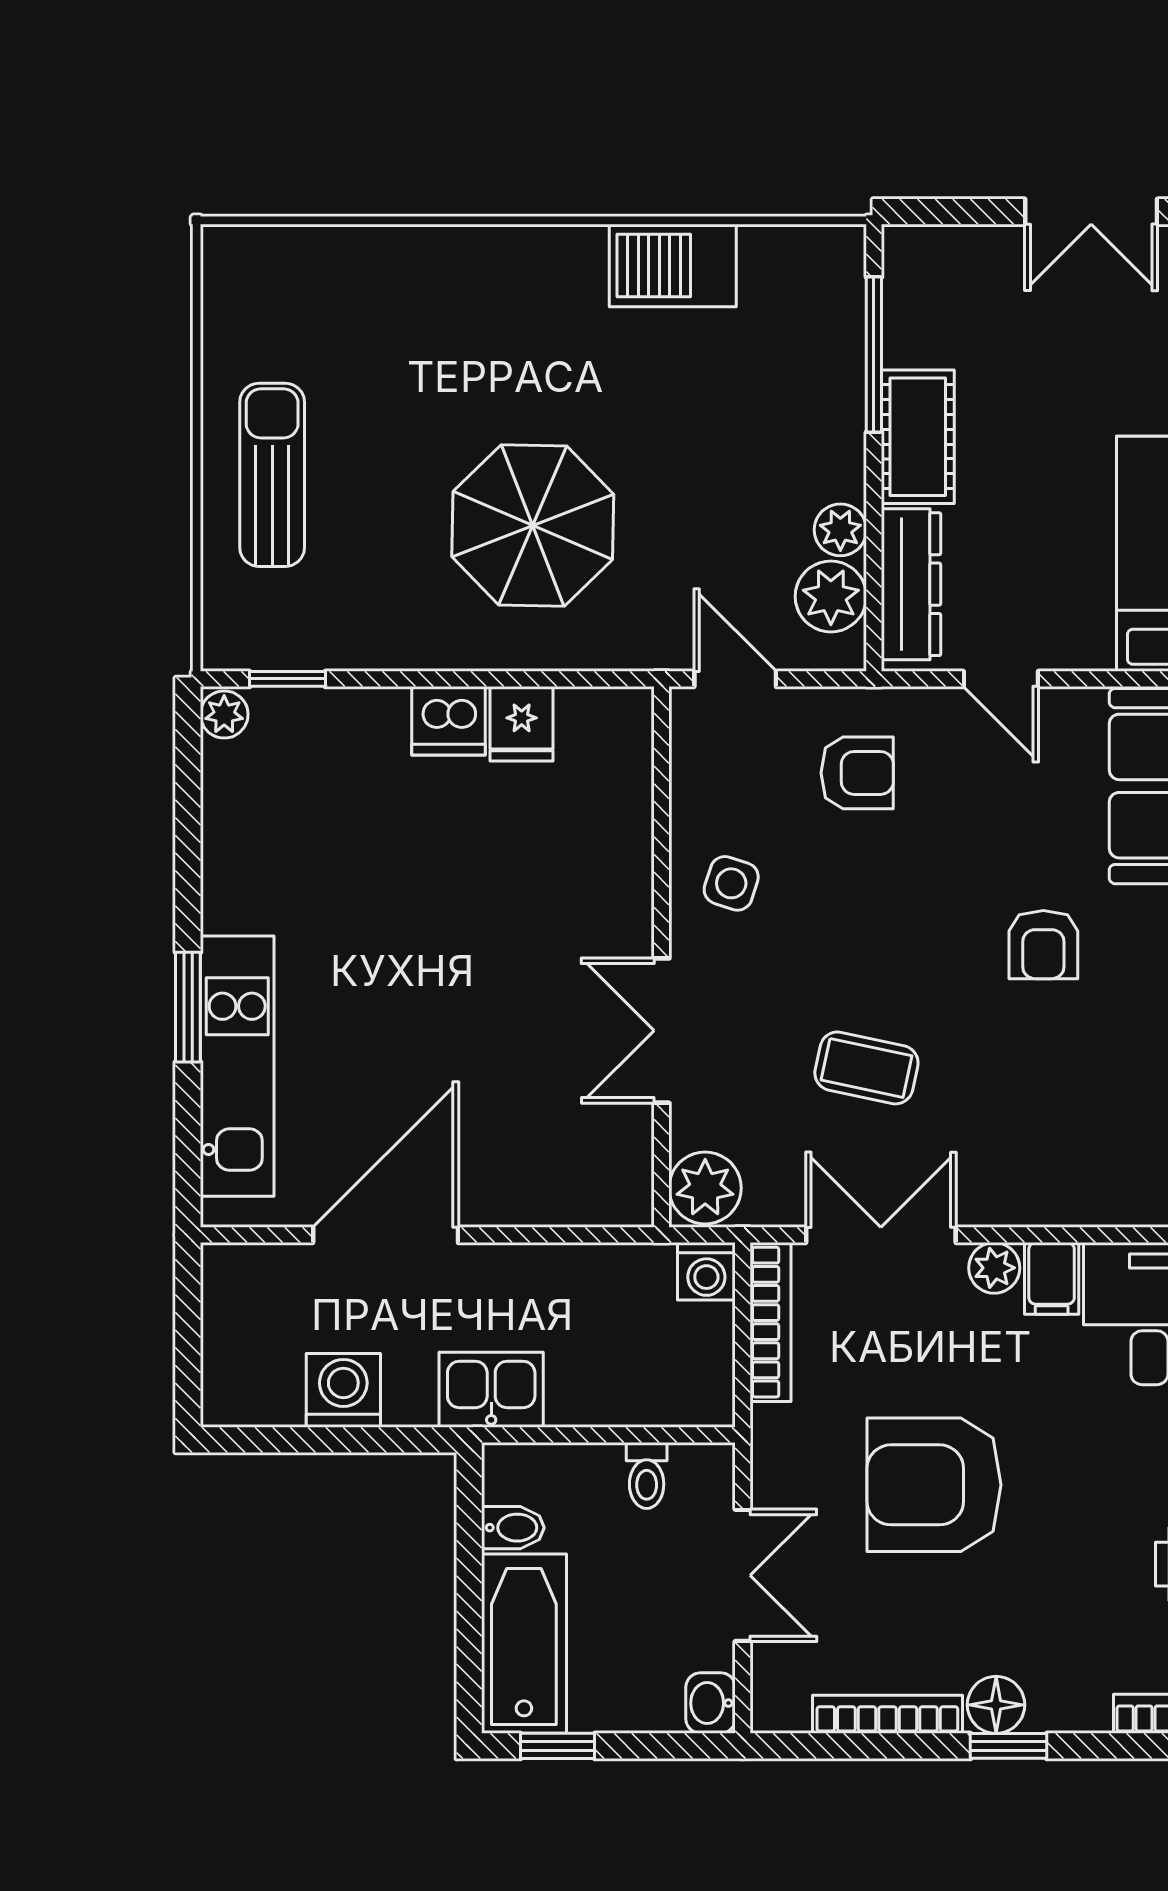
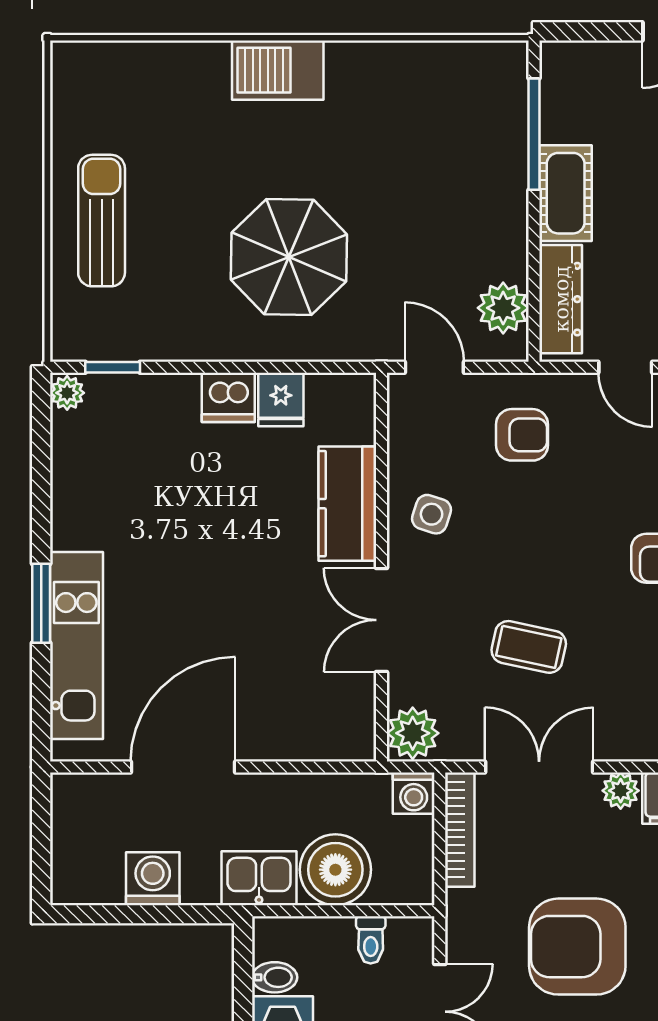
barbecue: (673, 266) -> (278, 70), moved
plant: (840, 530) -> (510, 260), removed
kitchen counter: (614, 869) -> (347, 504), added
boiler: (597, 1378) -> (335, 870), added

